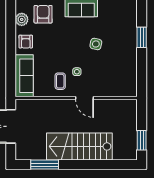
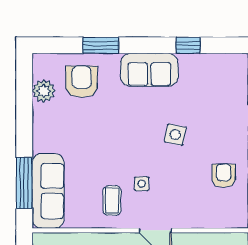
armchair: (26, 42) -> (224, 176), moved, turned 180
window: (11, 71) -> (24, 183), added

